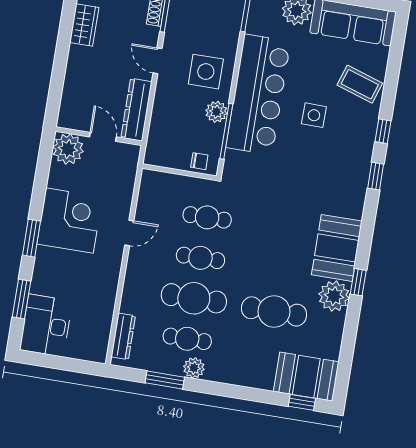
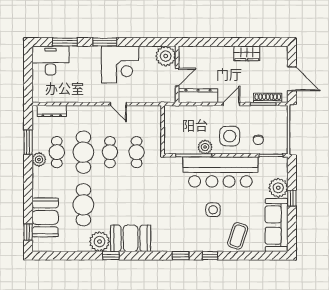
chair: (199, 161) -> (258, 140), moved
booth: (306, 377) -> (45, 217), moved

